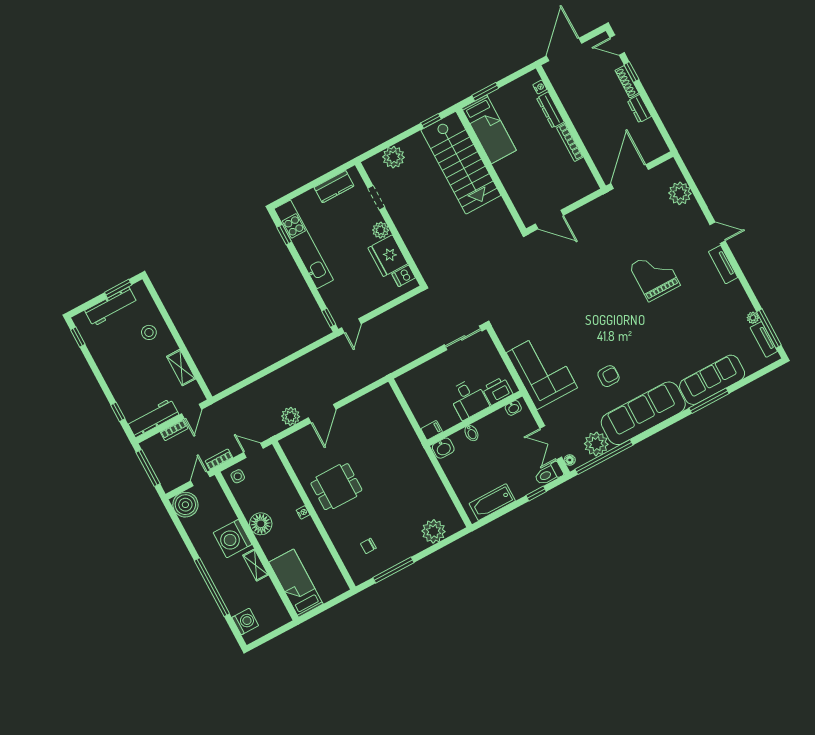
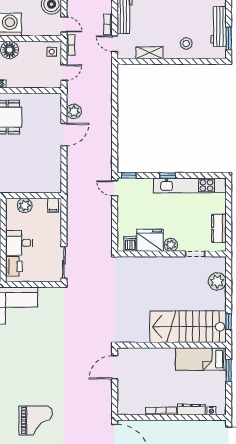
window: (284, 235) -> (168, 175), moved
door: (322, 414) -> (64, 135), swing flipped
plant: (424, 415) -> (25, 205), added
filing cabinet: (432, 430) -> (53, 205), moved

